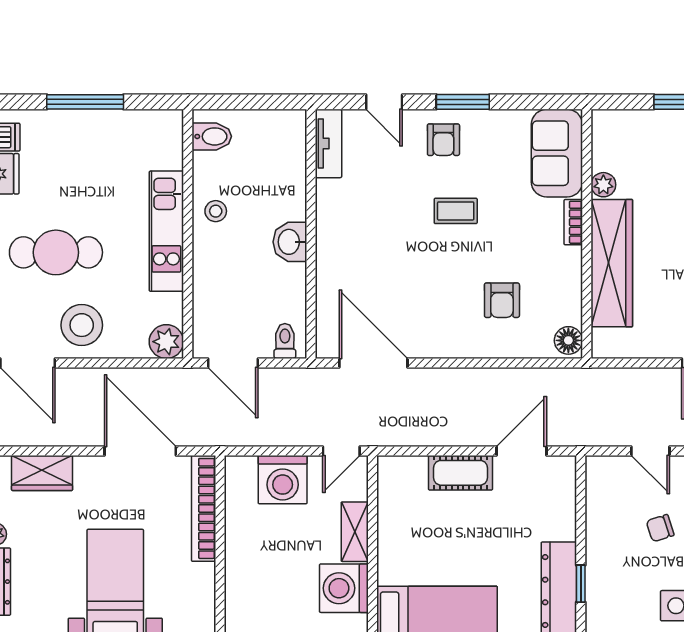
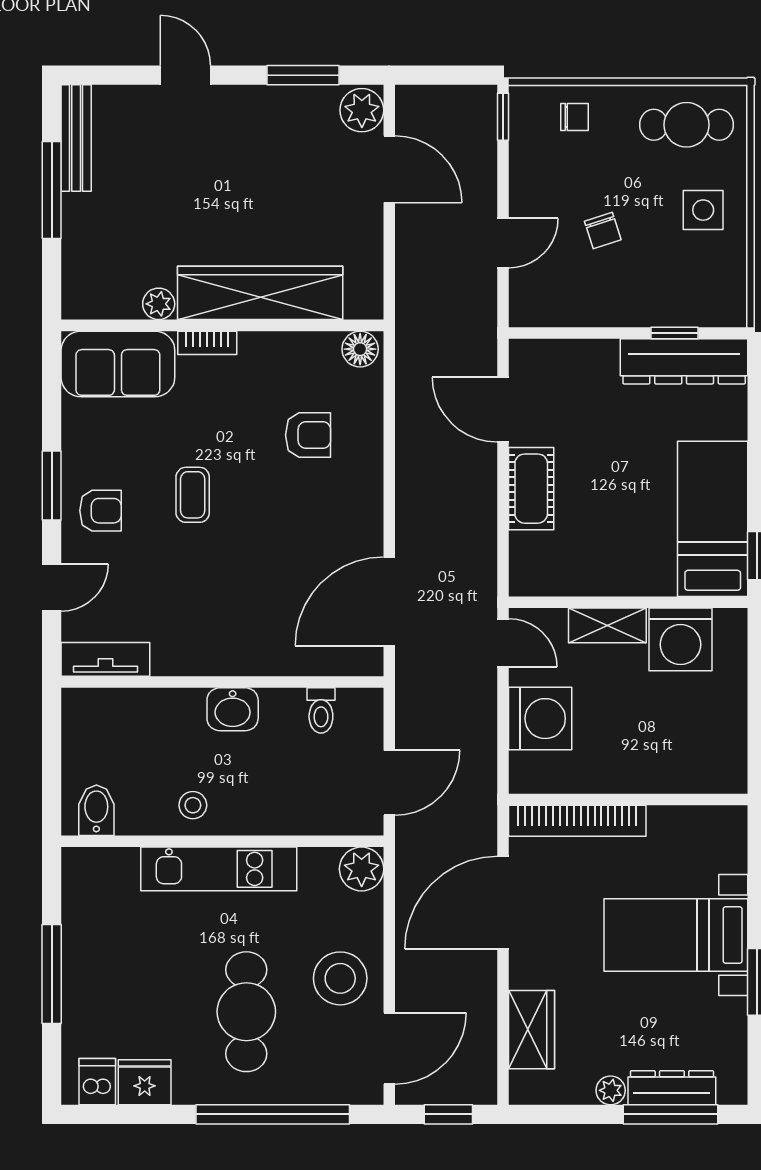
toilet: (285, 341) -> (321, 710), moved, turned -90

